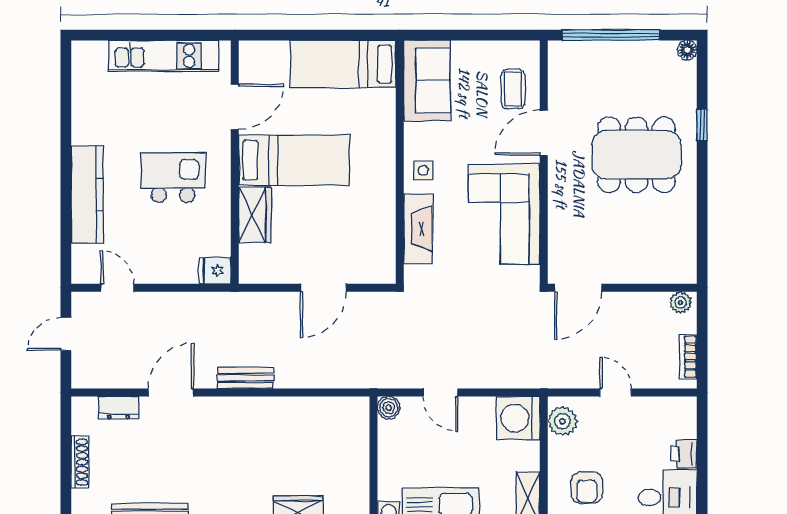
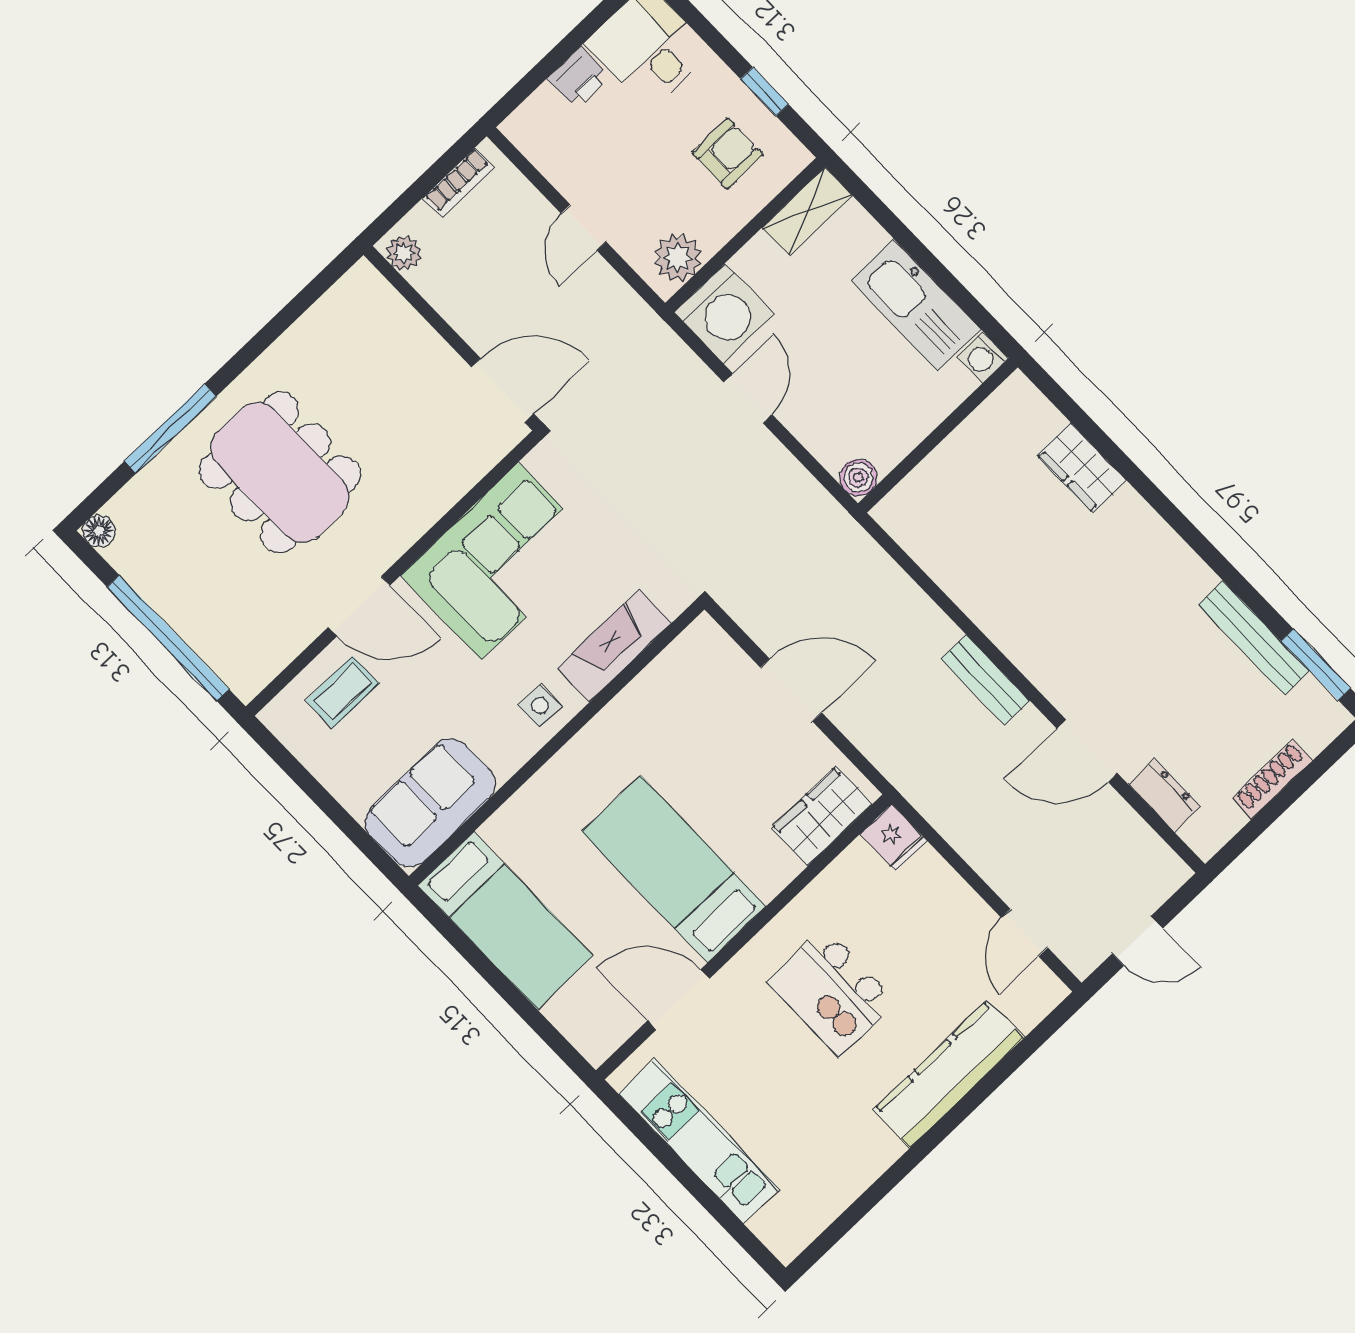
window: (702, 125) -> (170, 429), width x2.17
wardrobe: (255, 215) -> (822, 816), moved
door: (440, 393) -> (748, 398), moved

